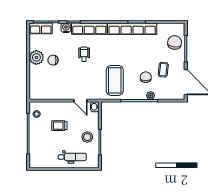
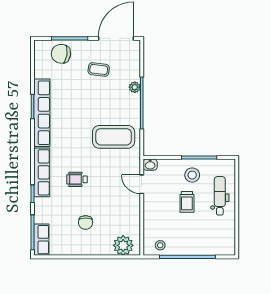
water cooler: (66, 28) -> (41, 205), removed
plant: (36, 57) -> (123, 245), moved
chair: (146, 77) -> (109, 94), removed
door: (80, 101) -> (142, 184), swing flipped
trolley: (59, 126) -> (187, 202), moved

